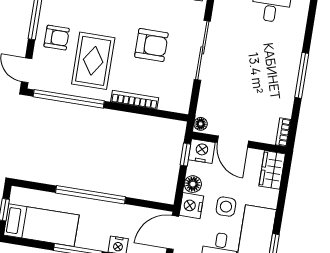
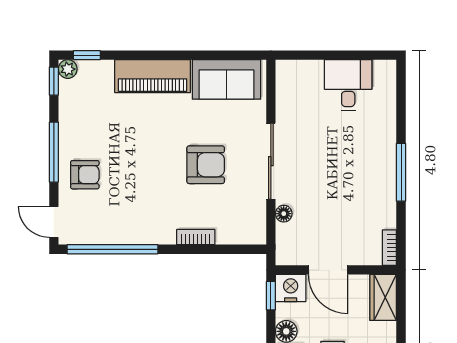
rug: (93, 61) -> (136, 197), removed
bookcase: (135, 100) -> (196, 237), width x0.64
floor lamp: (201, 124) -> (284, 214), moved

